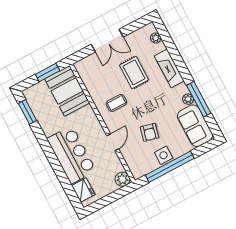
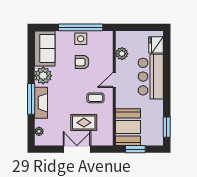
rug: (134, 72) -> (84, 123), moved, turned 90
plant: (188, 99) -> (43, 76), width x1.88, depth x1.88
window: (199, 99) -> (31, 99), moved
armchair: (149, 132) -> (82, 62), turned -104
door: (113, 142) -> (114, 80), moved
plant: (122, 179) -> (122, 54), moved

